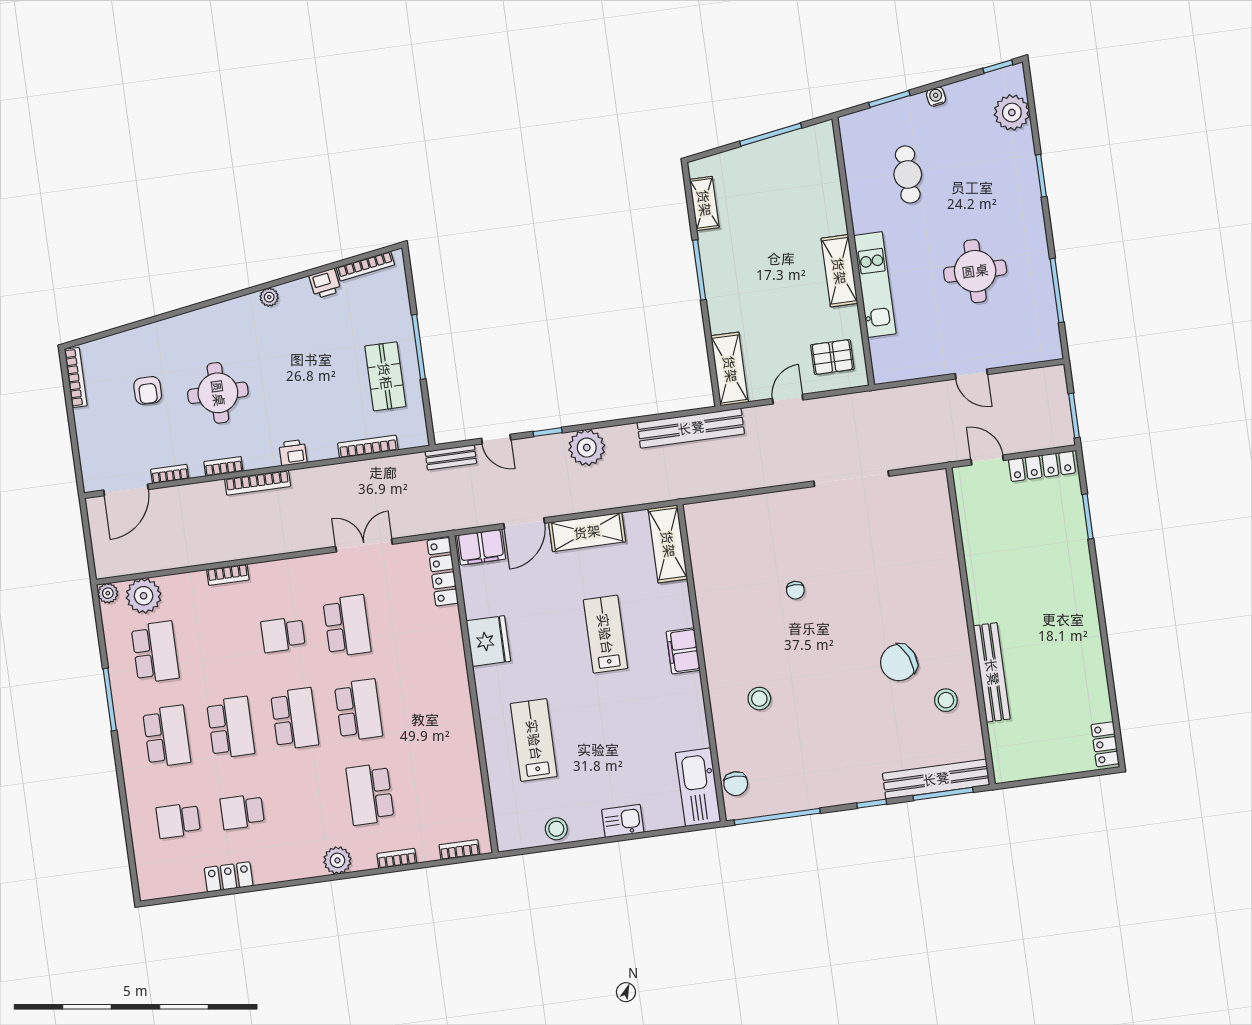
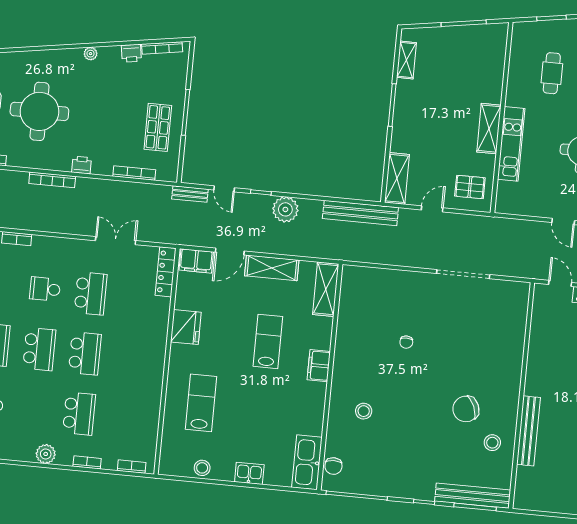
round table: (218, 393) -> (39, 111), width x1.36, depth x1.36
bookcase: (223, 466) -> (31, 163), removed
school desk: (370, 794) -> (79, 414), turned 180

